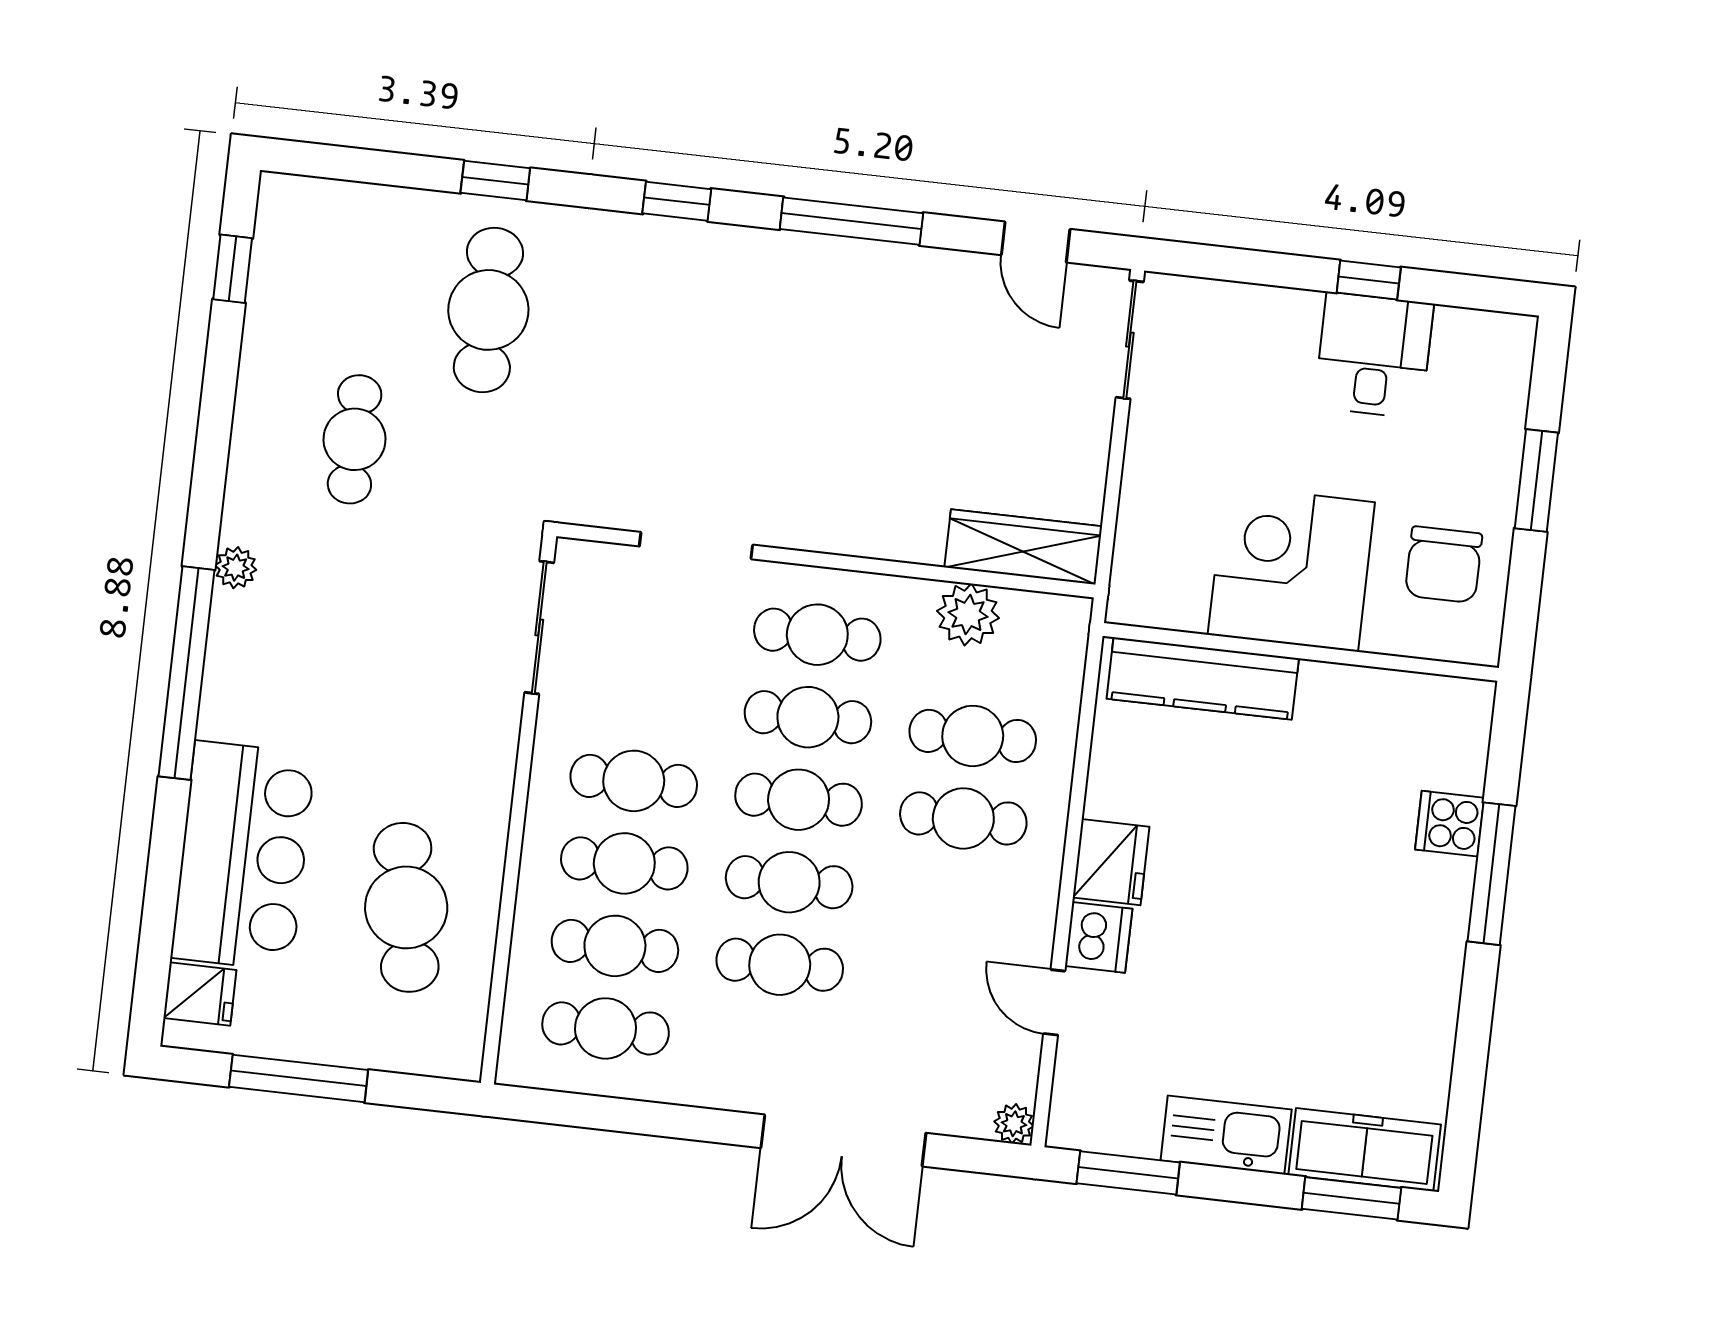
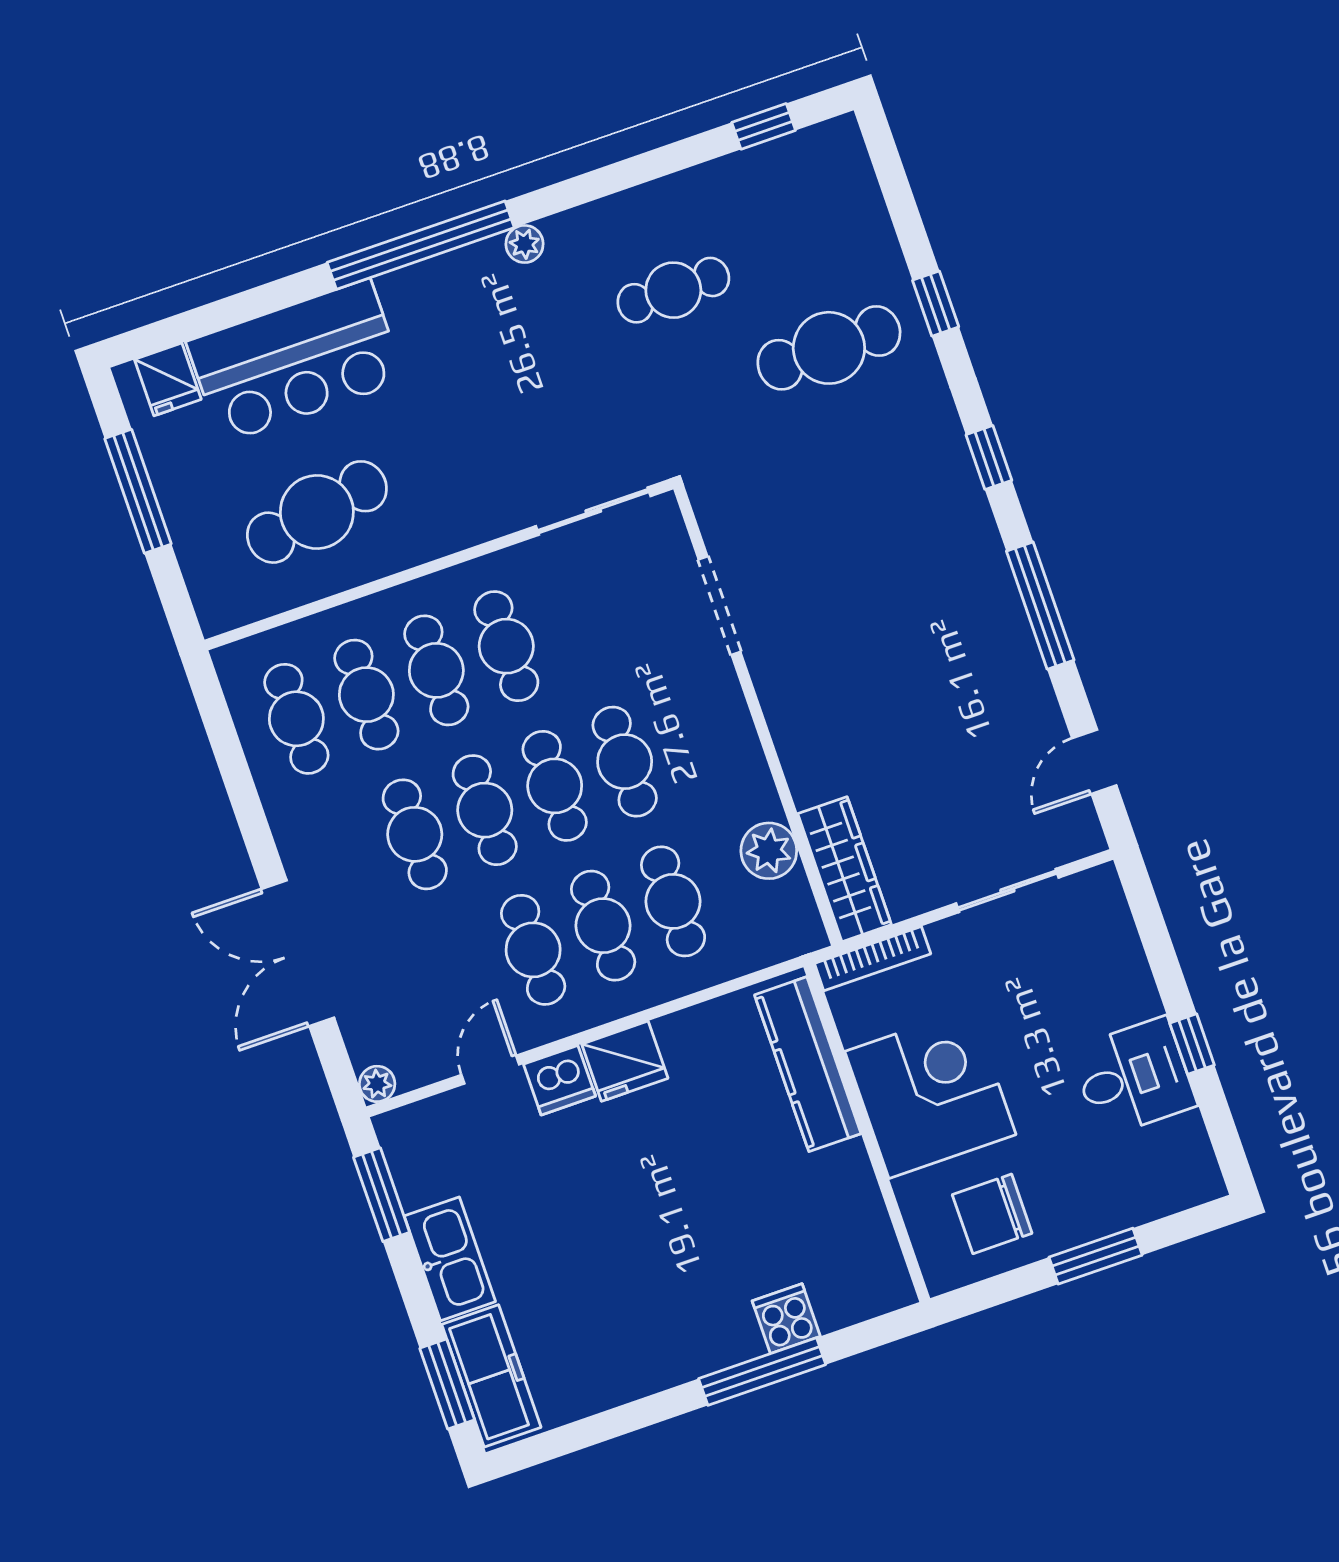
sliding door: (1130, 340) -> (1007, 891), moved
bookcase: (1127, 562) -> (873, 959), added
cafe table: (817, 635) -> (533, 950), moved

